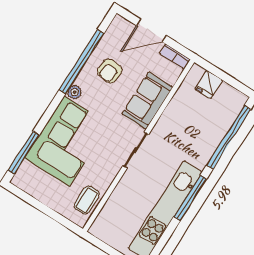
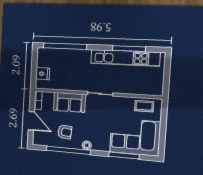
corner sofa: (67, 141) -> (135, 137), moved
window: (24, 153) -> (124, 156), moved
window: (190, 198) -> (129, 49), moved

